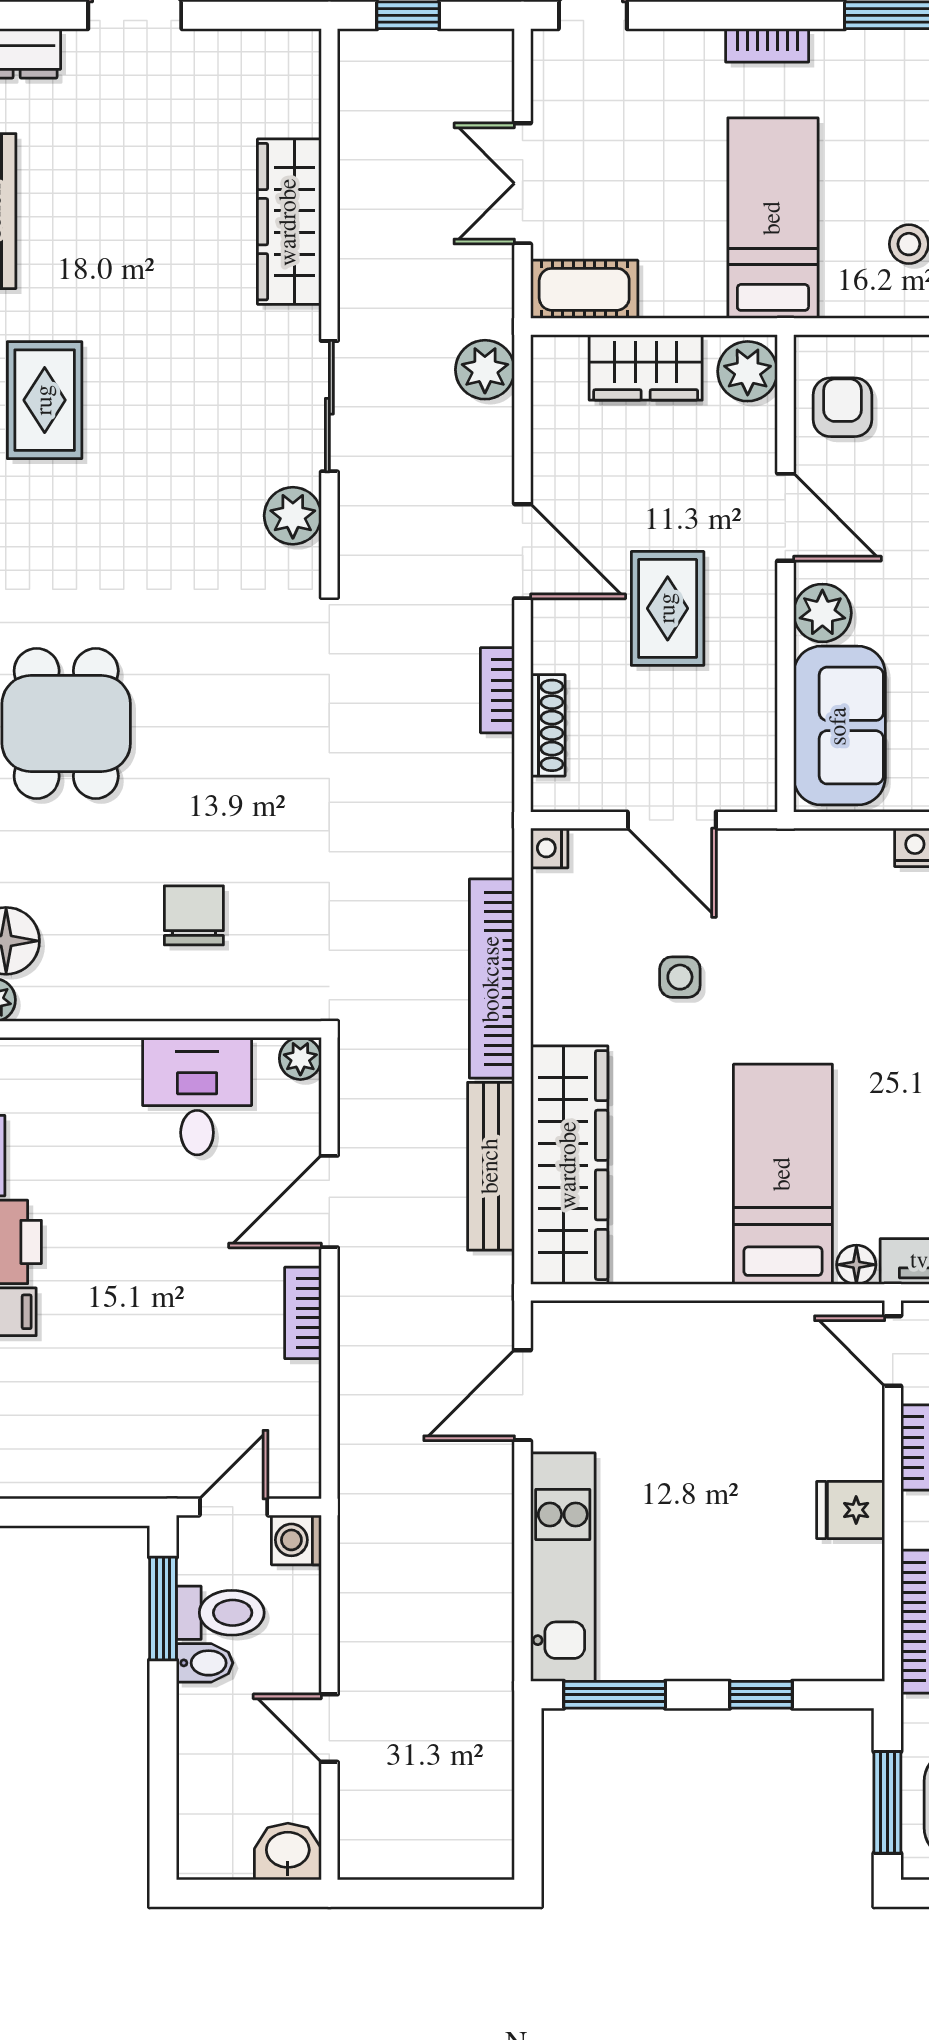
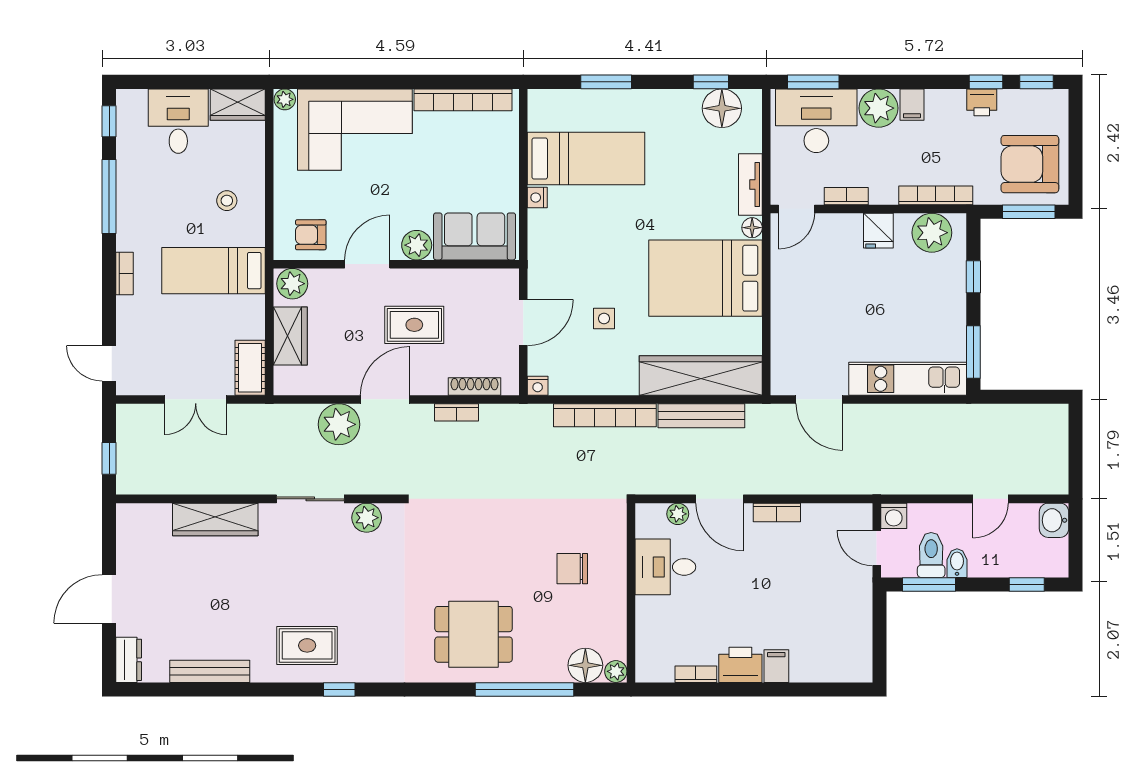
plant: (485, 370) -> (339, 424), moved, width x1.36, depth x1.36
plant: (300, 1058) -> (678, 514), moved
bed: (783, 1174) -> (706, 278), width x1.50
plant: (847, 1614) -> (932, 233), added
window: (163, 1798) -> (1027, 584), added

